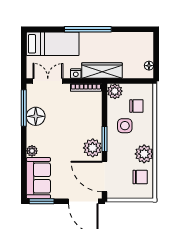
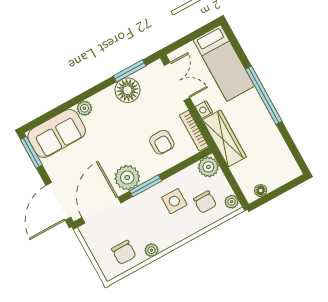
plant: (146, 89) -> (232, 202), added
window: (24, 108) -> (130, 71), width x0.69
armchair: (82, 113) -> (162, 142), added
plant: (144, 154) -> (151, 250), width x0.53, depth x0.53

